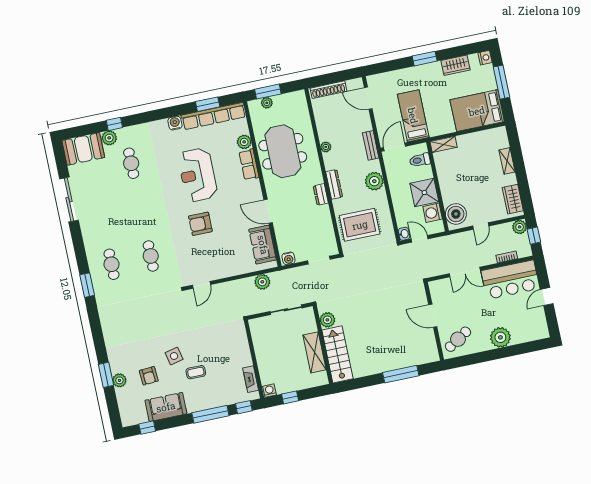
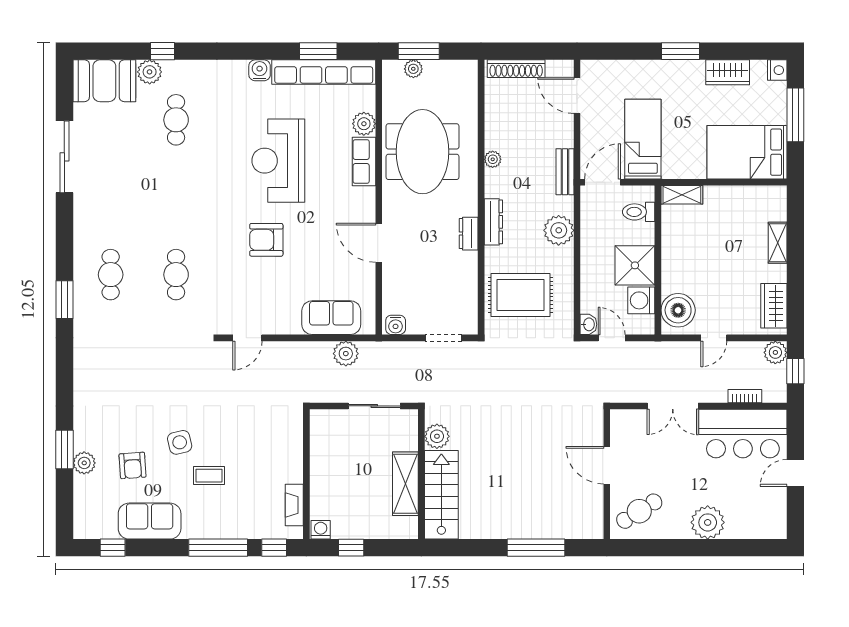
sofa: (263, 245) -> (331, 318), moved, turned 90

